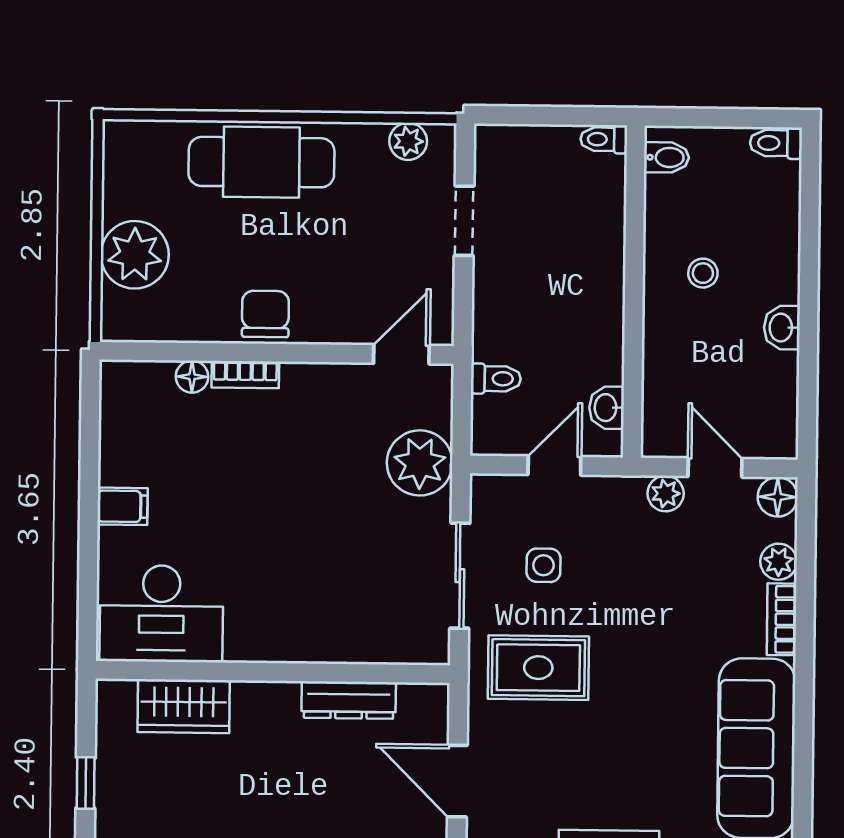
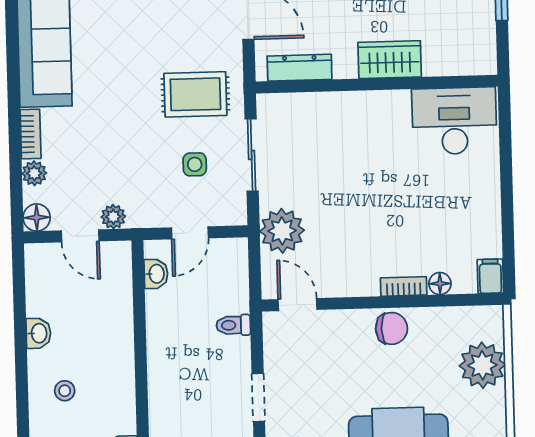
stool: (703, 273) -> (65, 391), moved
chair: (265, 314) -> (392, 328), turned -90
door: (401, 354) -> (298, 305), swing flipped
toilet: (496, 379) -> (233, 325), moved
filing cabinet: (123, 506) -> (490, 276), moved, turned 90
dresser: (349, 700) -> (300, 68), moved
wardrobe: (184, 706) -> (390, 60), moved

